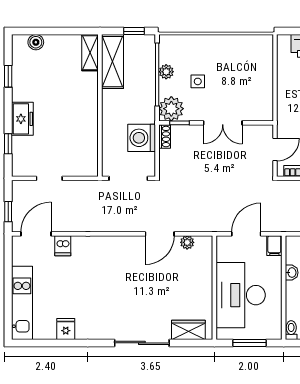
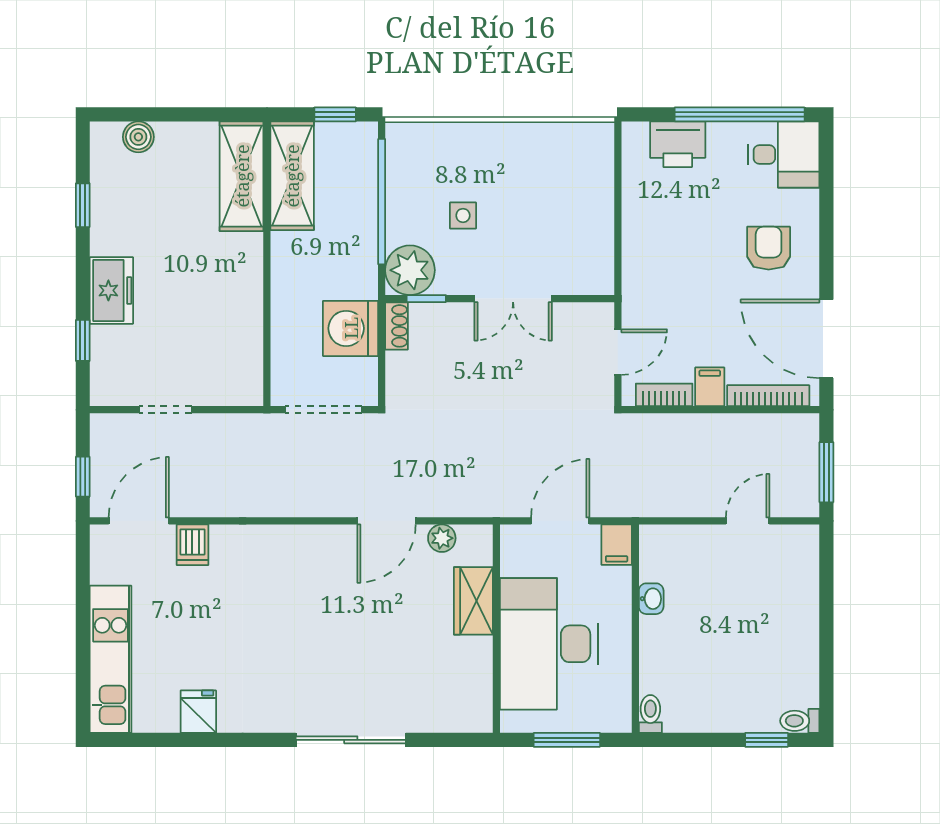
shelving: (90, 53) -> (242, 176), width x1.50, depth x1.33
plant: (166, 72) -> (400, 196), removed
wardrobe: (188, 330) -> (473, 601), moved, turned -90

